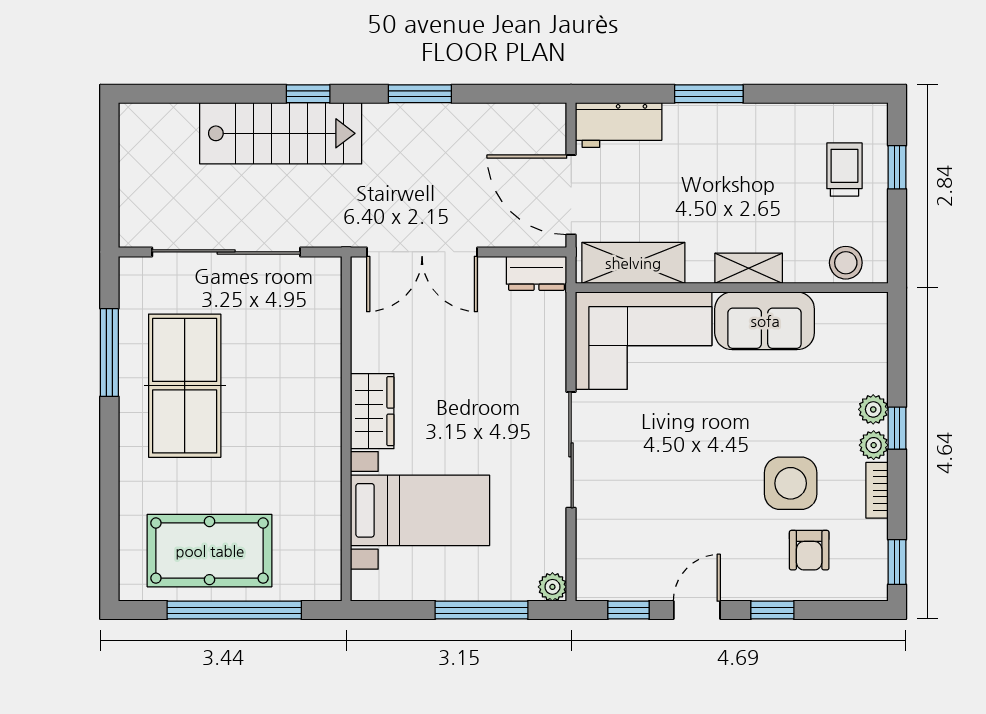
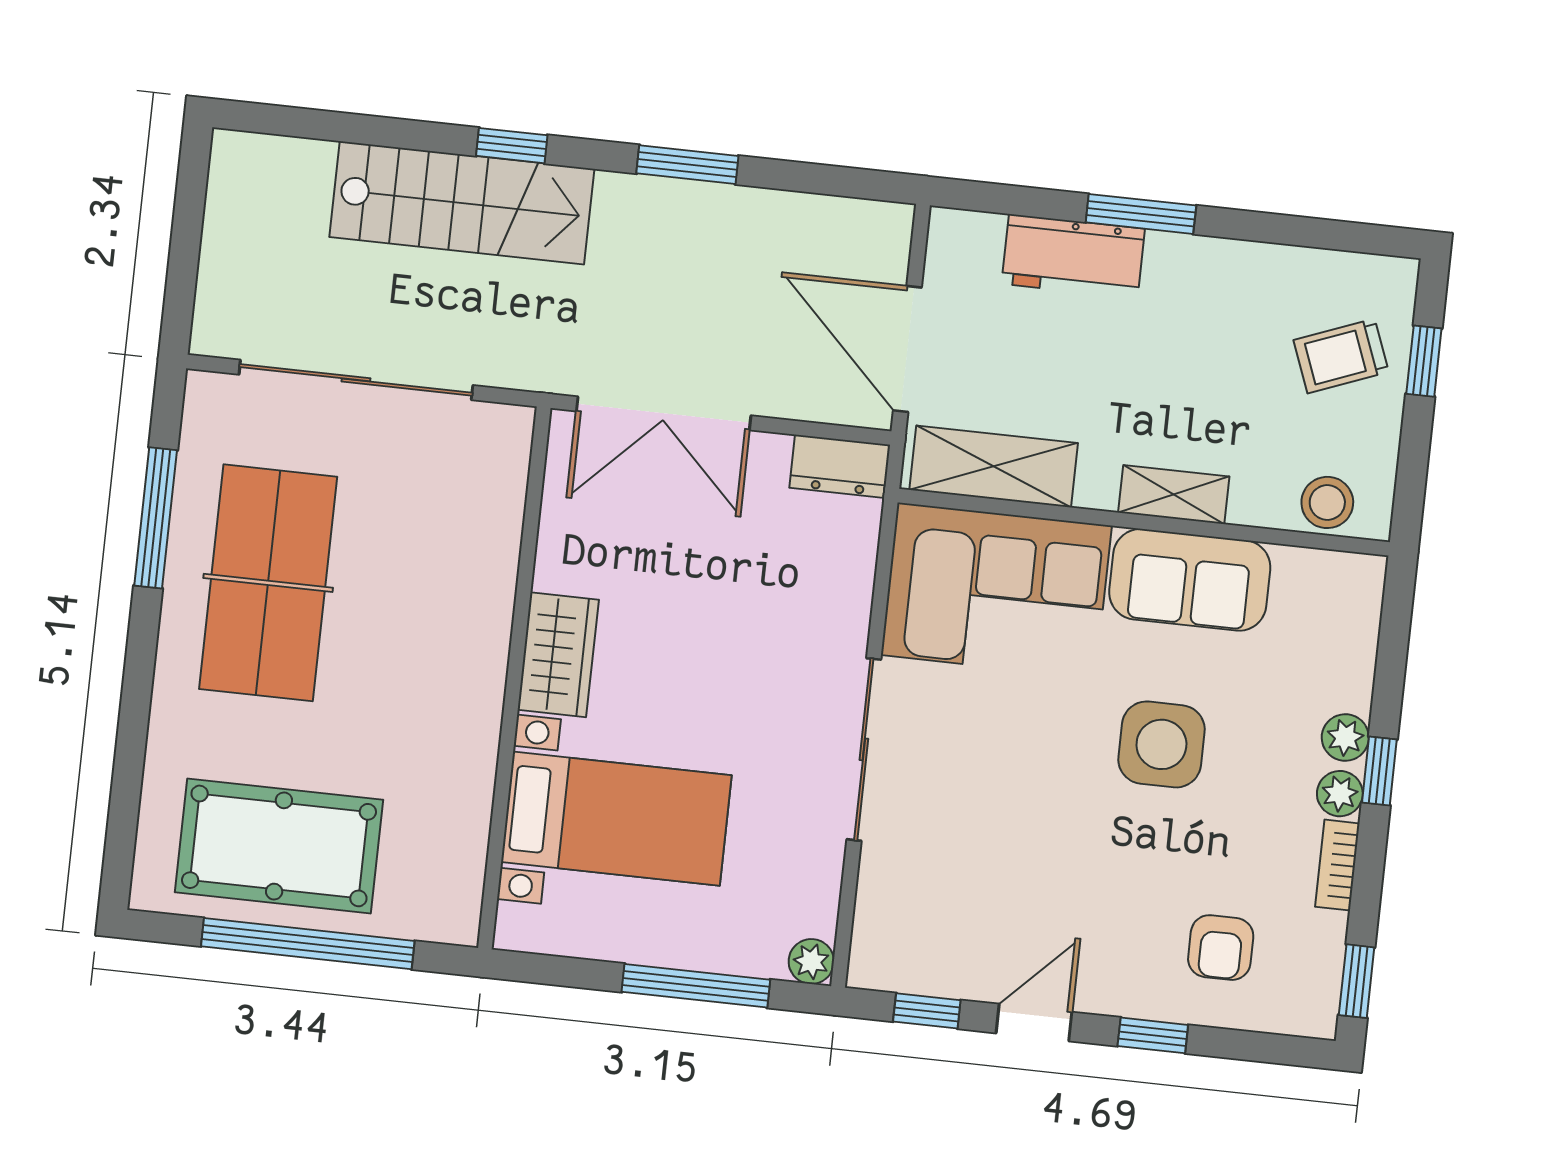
workbench: (619, 125) -> (1073, 256), moved
trolley: (844, 170) -> (1341, 356), turned -111
side table: (791, 483) -> (1161, 744), moved

